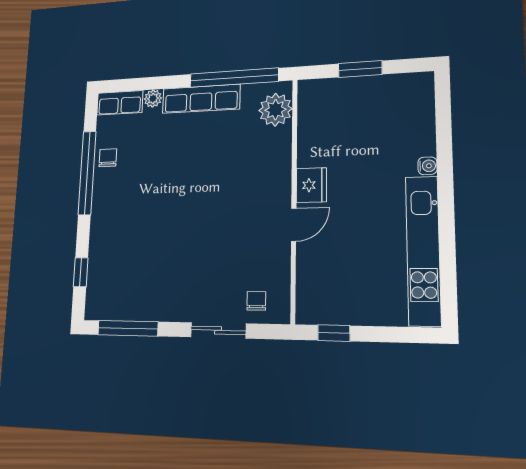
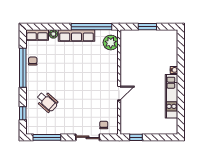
fridge: (311, 185) -> (127, 77), removed
wheelchair: (132, 246) -> (47, 102), added
kitchen unit: (423, 250) -> (172, 96), width x0.73

